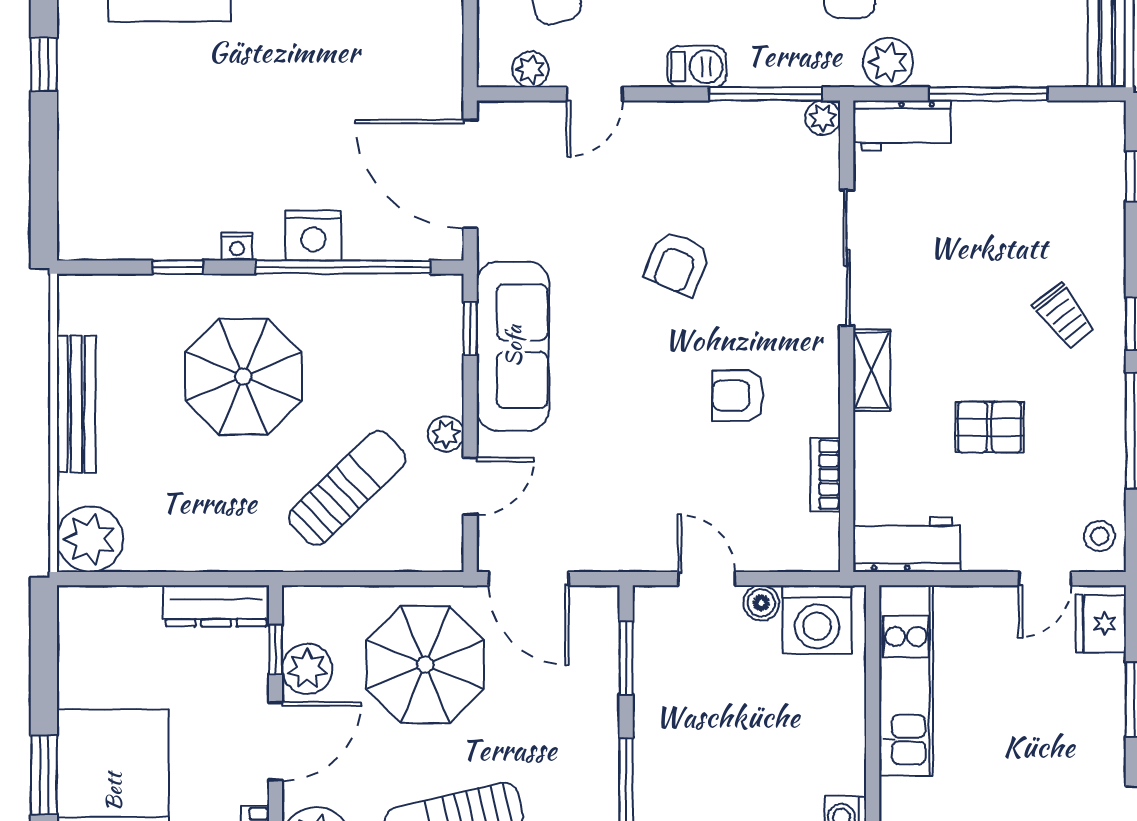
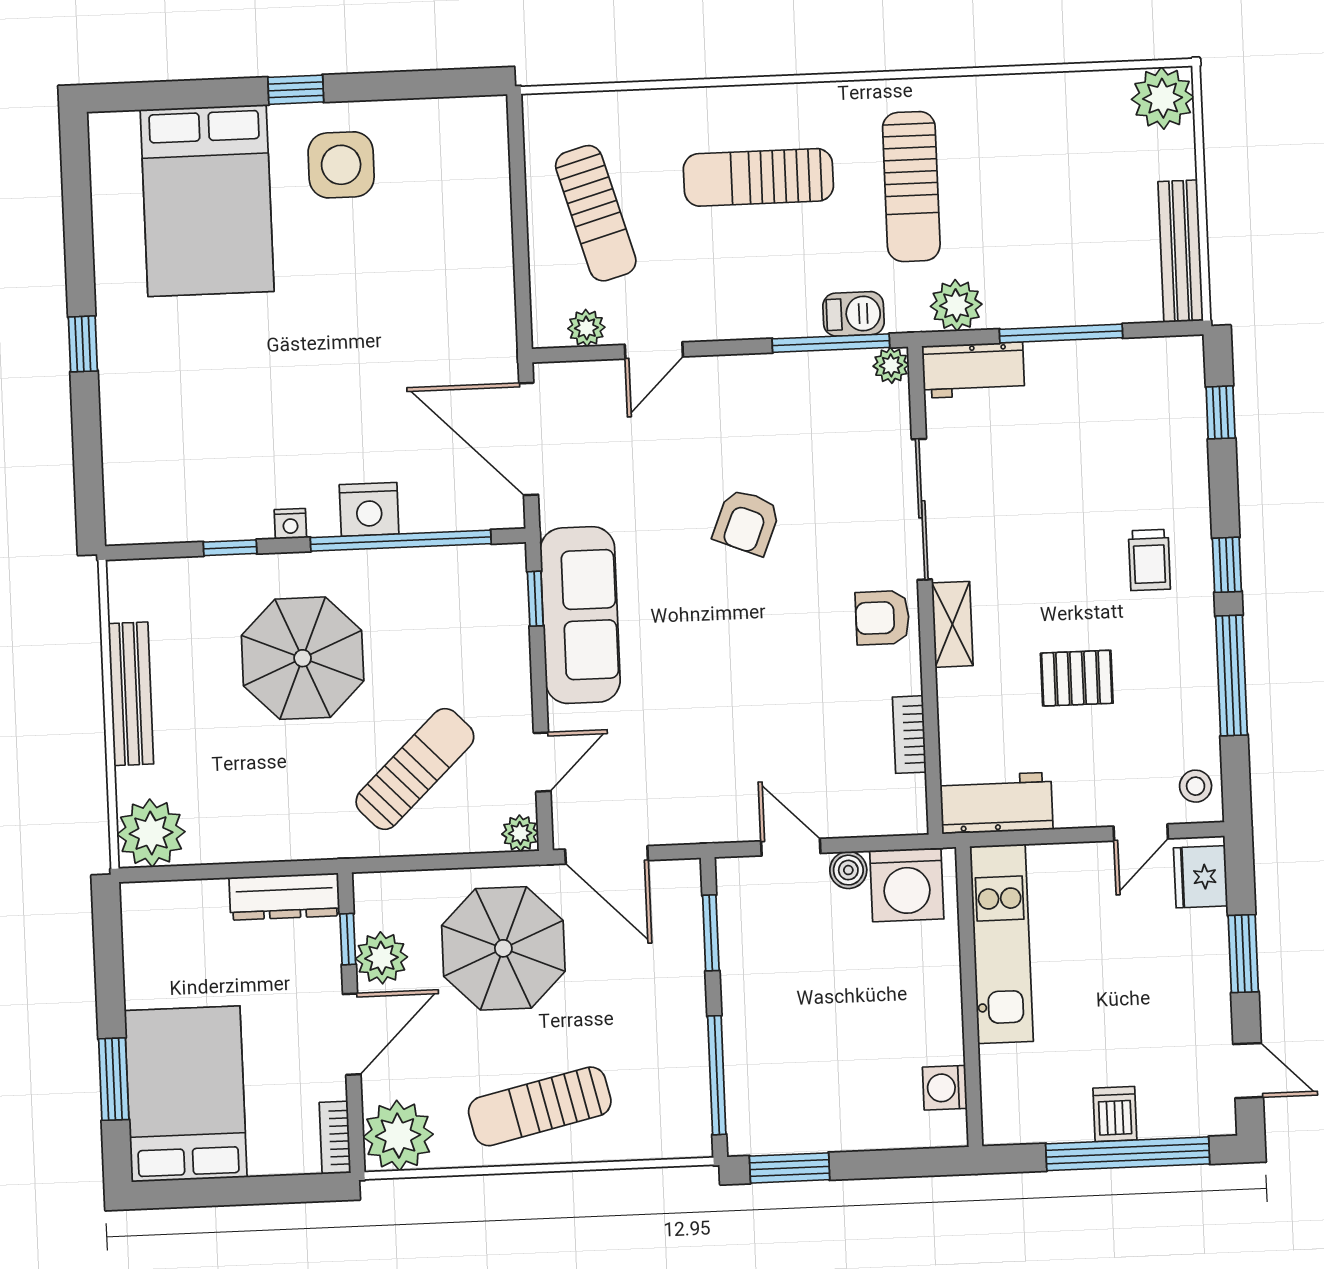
barbecue: (697, 67) -> (854, 314), moved
trolley: (1064, 316) -> (1149, 560), turned 38
armchair: (738, 396) -> (882, 618), moved
plant: (446, 434) -> (520, 833), moved

